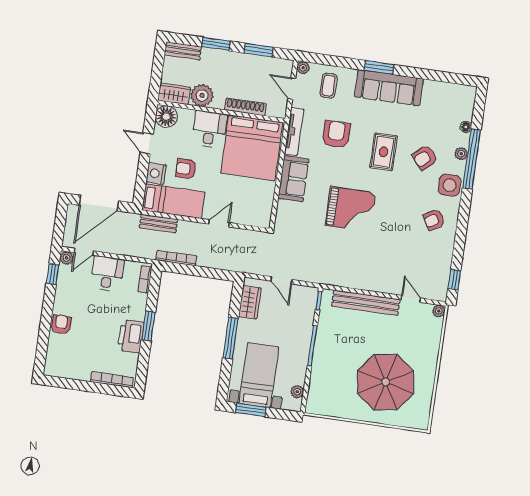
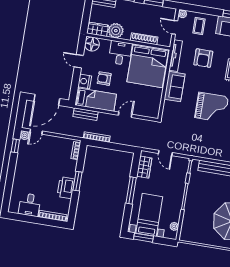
armchair: (336, 134) -> (203, 58), turned 180
desk: (107, 274) -> (30, 205), moved, turned 180
armchair: (61, 324) -> (20, 179), removed

